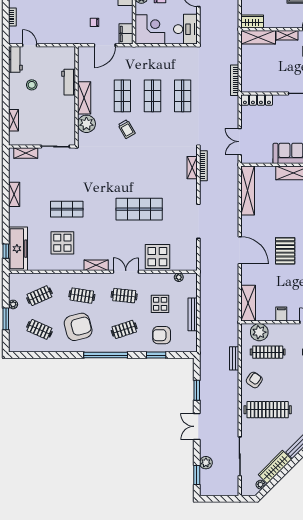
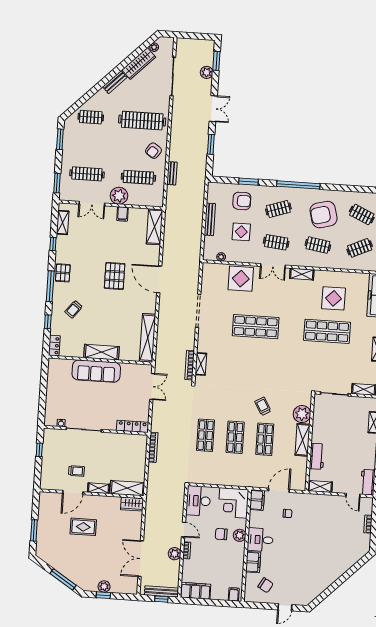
shelving: (63, 52) -> (320, 486), added
stool: (32, 85) -> (353, 456), removed
shop shelf: (67, 209) -> (327, 331), width x1.43, depth x1.36
plant: (259, 332) -> (119, 196), moved

